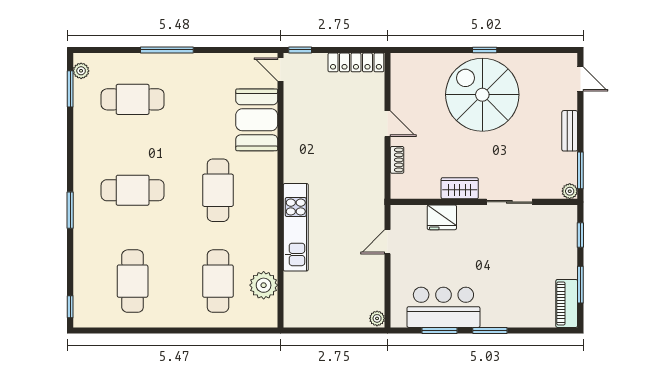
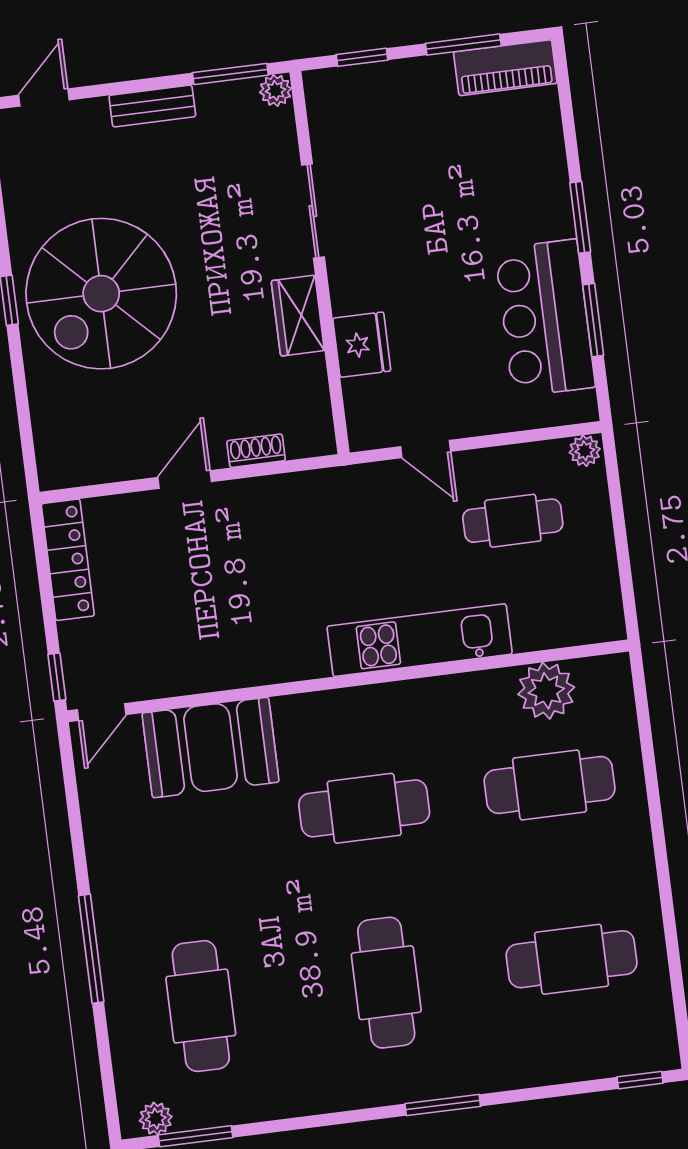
cafe table: (348, 279) -> (513, 521), added

